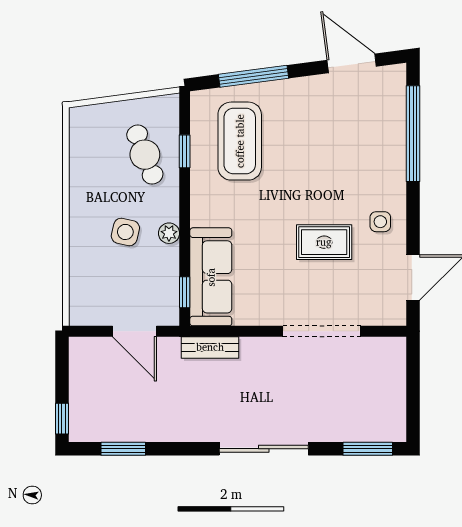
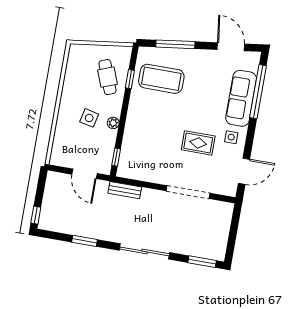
coffee table: (240, 141) -> (161, 79), turned 90
sofa: (211, 277) -> (241, 98), moved, turned 180
window: (123, 449) -> (85, 241), moved

